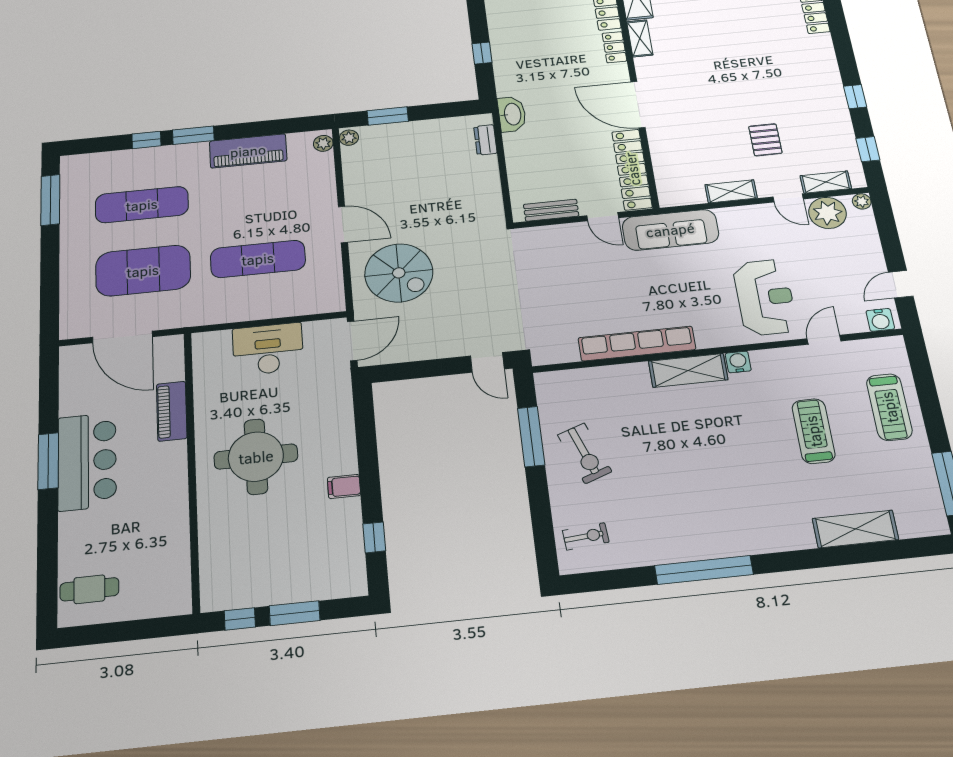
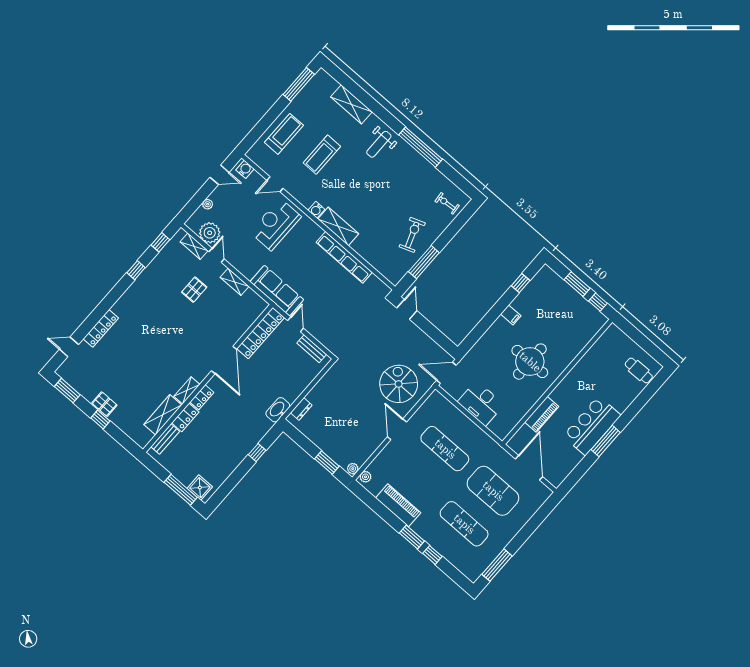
plant: (862, 201) -> (208, 204), moved
weight bench: (760, 517) -> (379, 144), added

